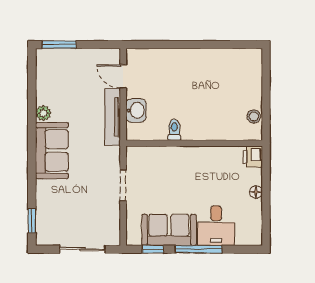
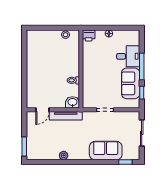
washbasin: (136, 110) -> (72, 102), moved
sofa: (52, 151) -> (106, 151), moved

